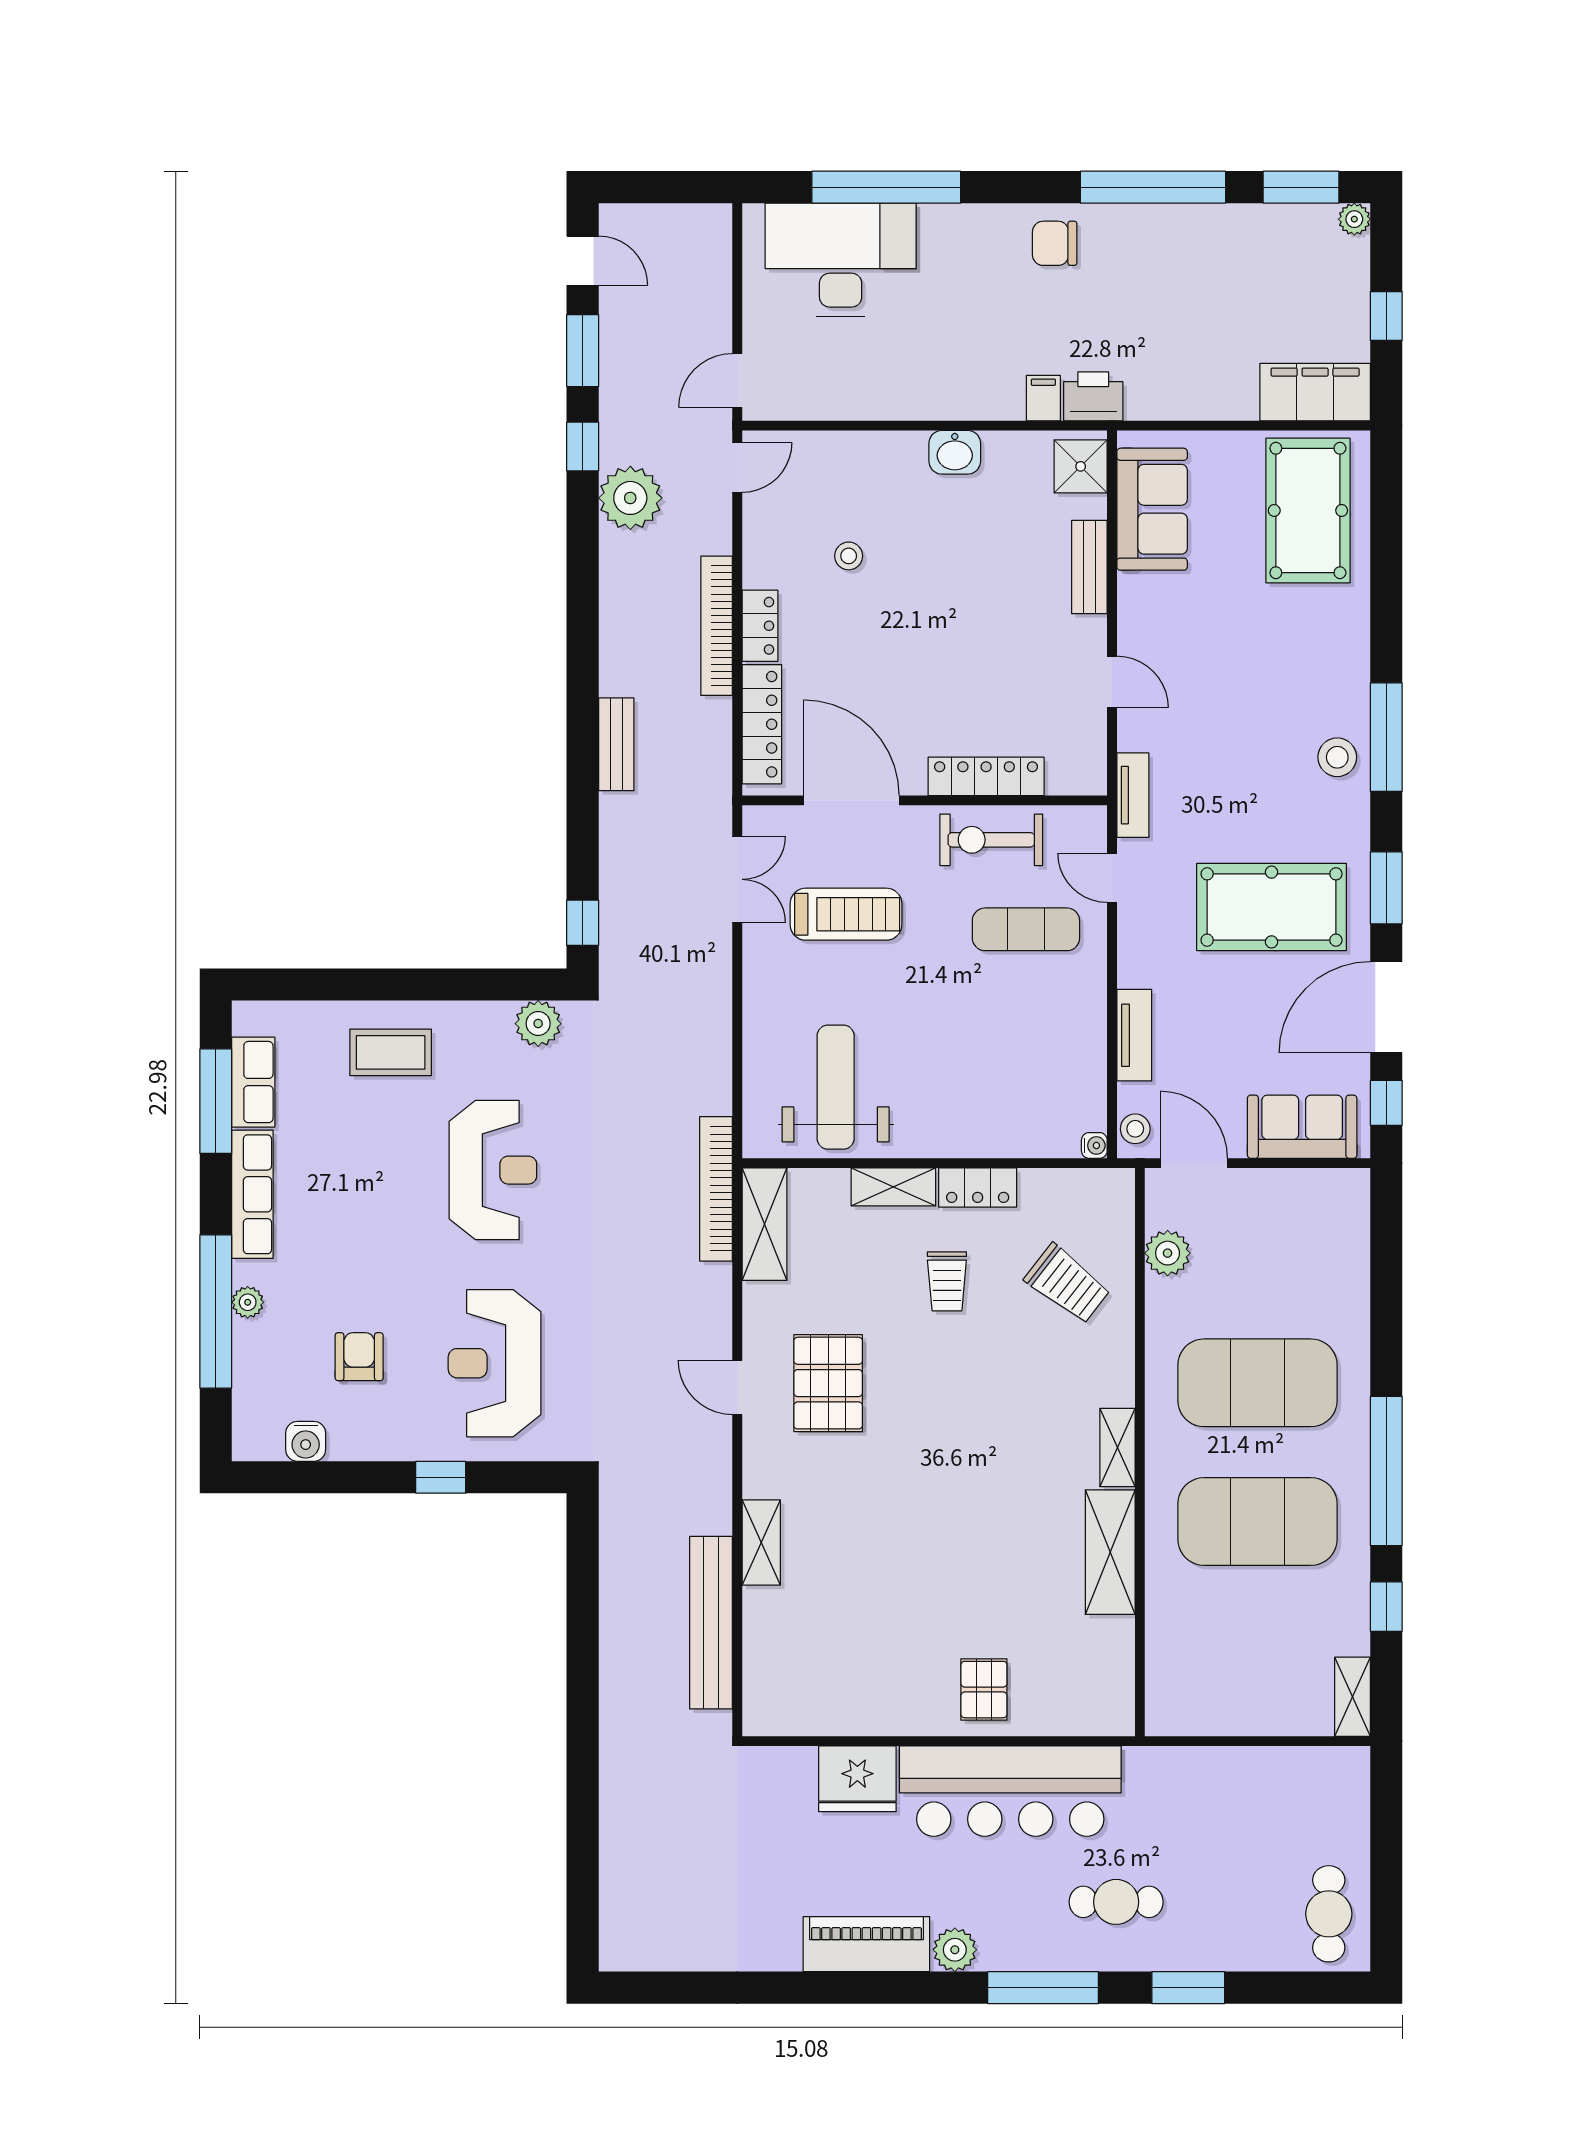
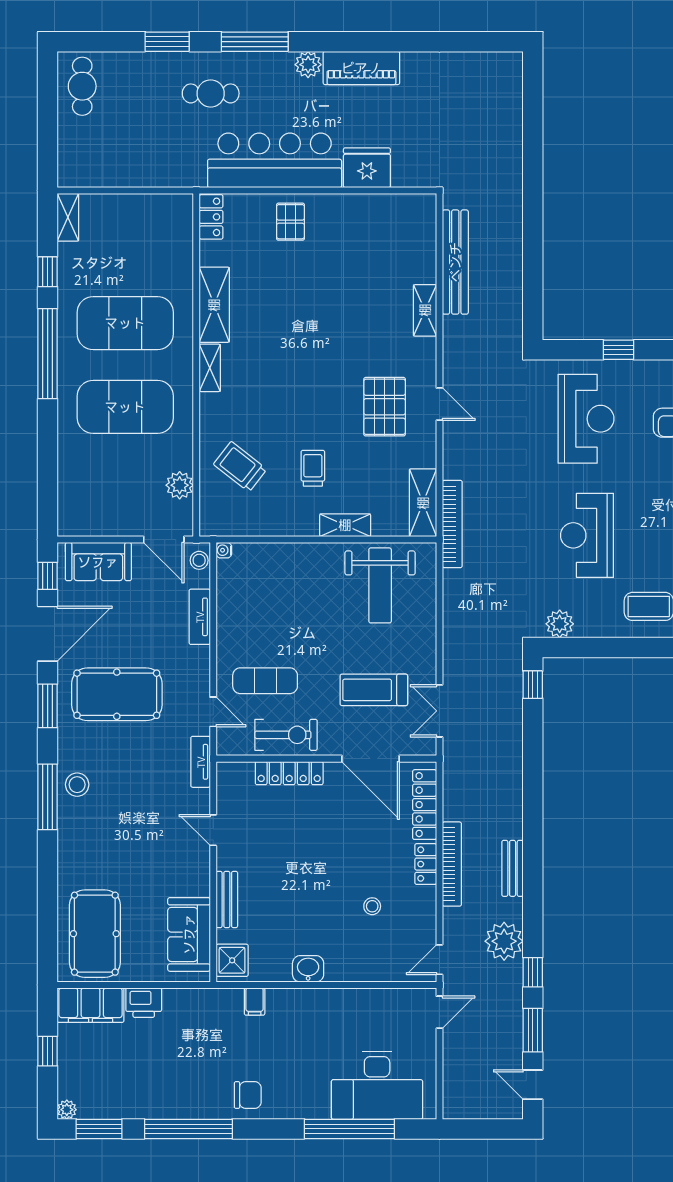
printer: (1093, 396) -> (144, 1003), moved
bench: (616, 744) -> (513, 868), moved
locker: (978, 1188) -> (211, 217), moved, turned 90

